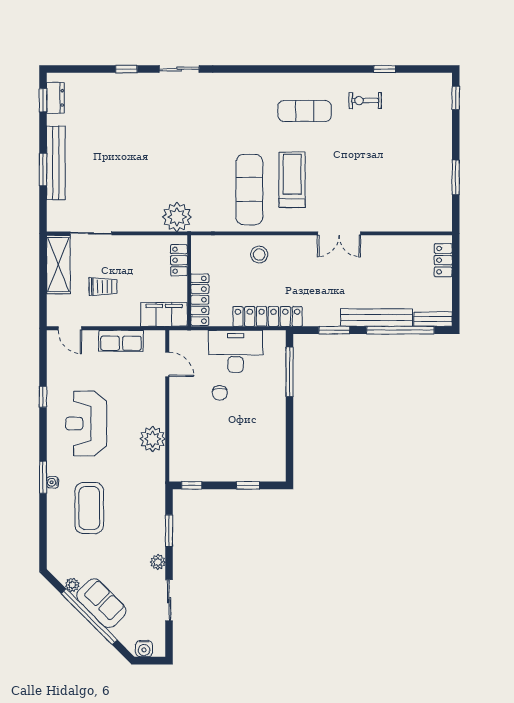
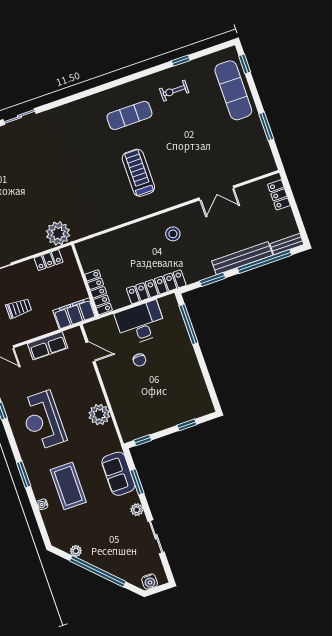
exercise mat: (249, 190) -> (233, 90), moved
double door: (339, 233) -> (216, 193), moved
stool: (259, 254) -> (173, 234), moved
locker: (179, 260) -> (49, 260), moved, turned -90
water cooler: (53, 482) -> (42, 504), moved
sofa: (101, 603) -> (118, 474), moved, turned -135

